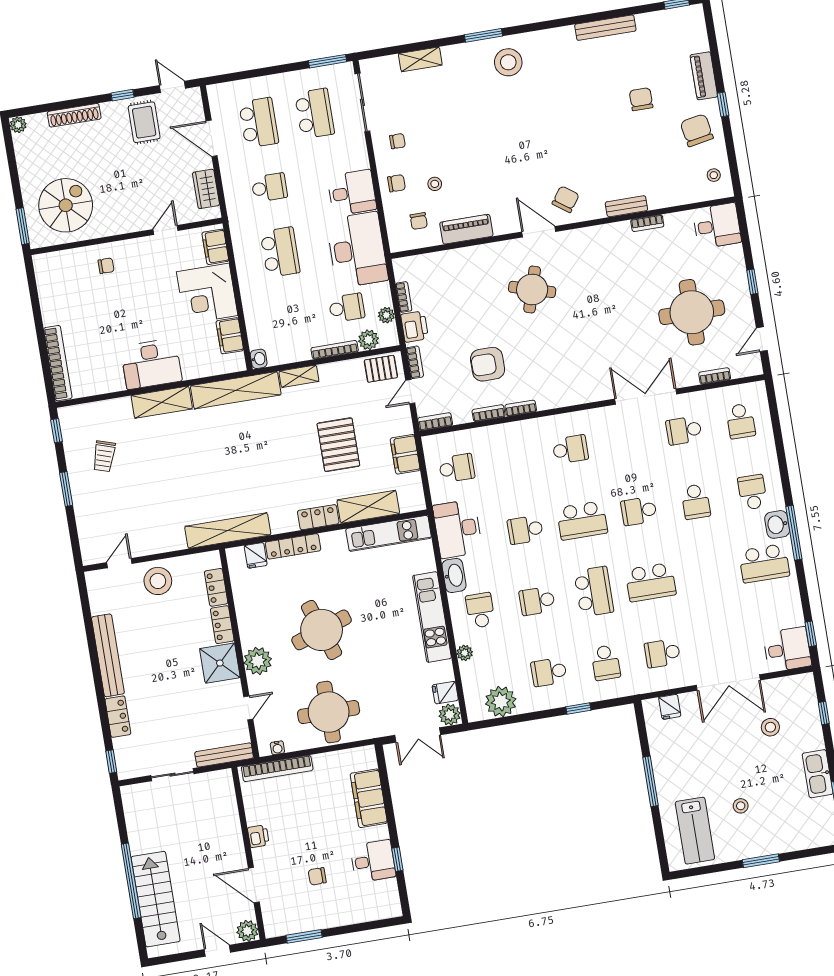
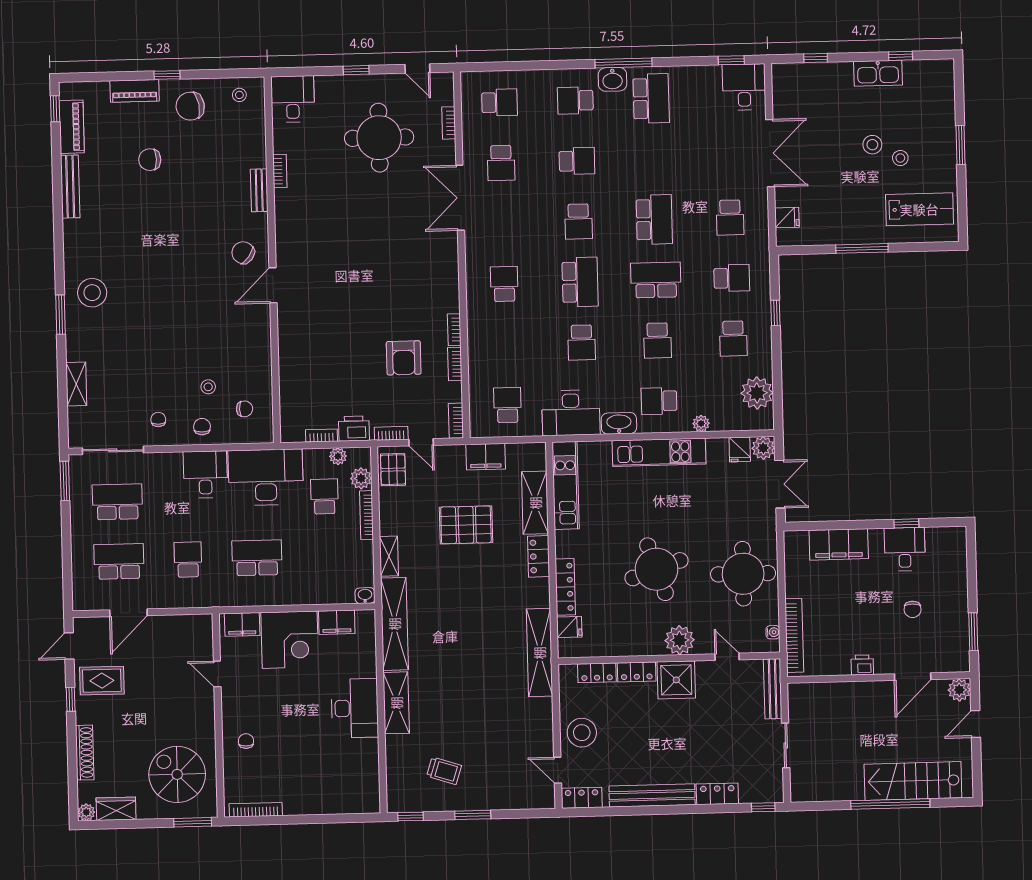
wardrobe: (206, 189) -> (116, 809), moved, turned 180
piano: (466, 229) -> (72, 127), moved, turned 180
round table: (532, 289) -> (332, 301), removed
bookcase: (58, 363) -> (256, 810), moved, width x0.68, depth x0.76
locker: (97, 589) -> (582, 798), added
stool: (770, 727) -> (872, 145), moved

